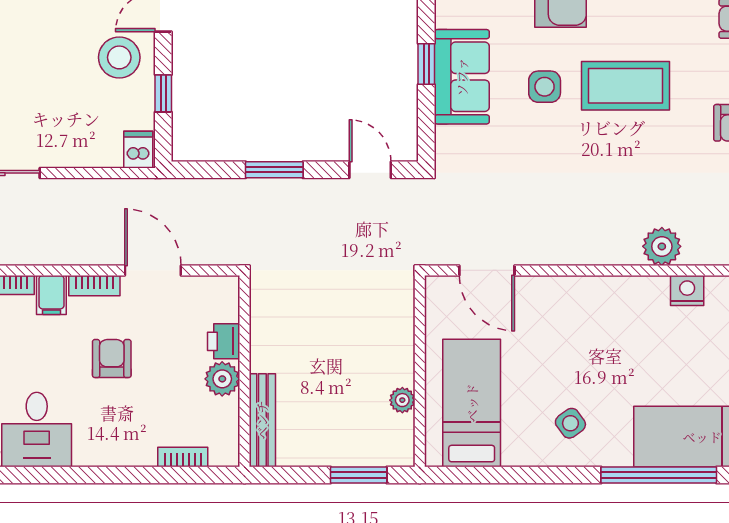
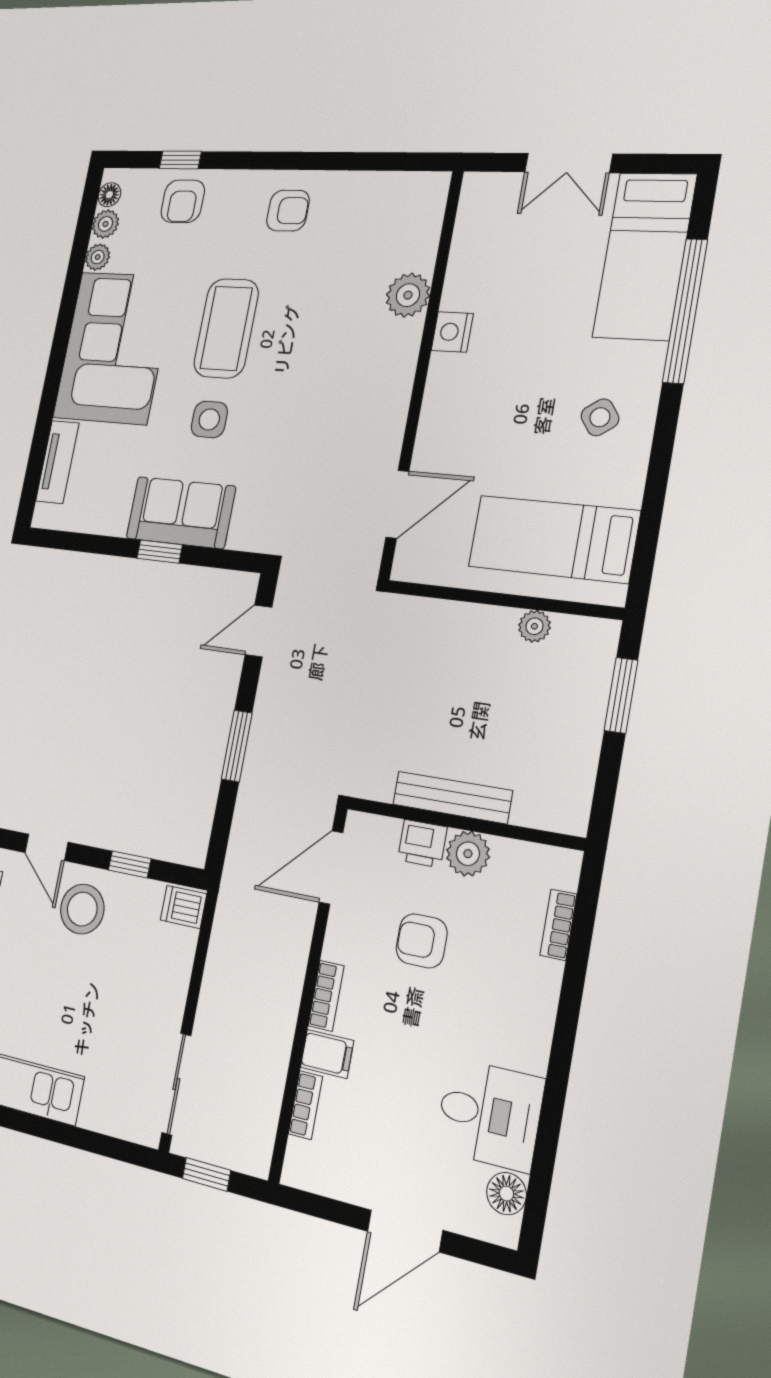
door: (153, 270) -> (331, 867), moved
nightstand: (687, 290) -> (452, 332), moved
armchair: (112, 359) -> (422, 941), moved
bench: (262, 420) -> (452, 797), moved

